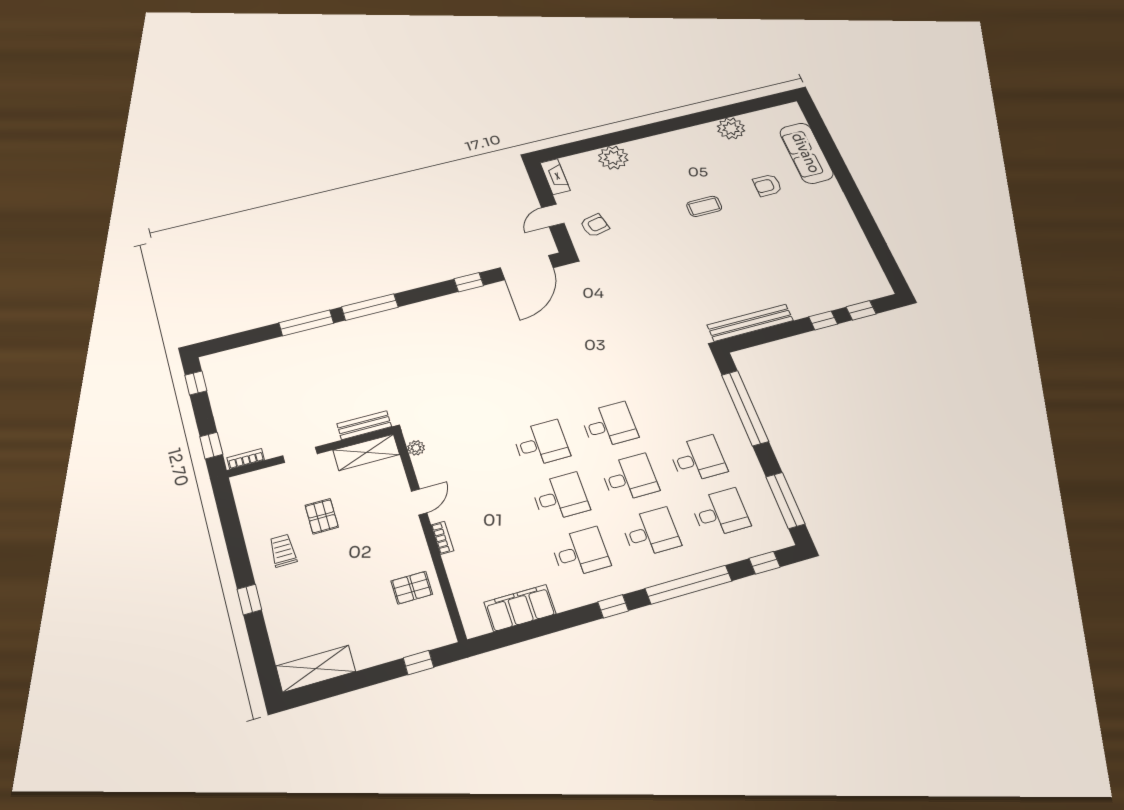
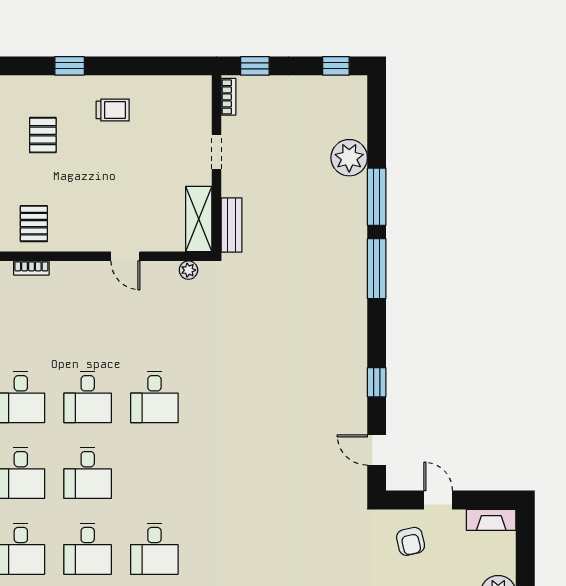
door: (527, 268) -> (377, 450), width x0.53
plant: (277, 352) -> (349, 158), added
desk: (609, 425) -> (154, 549), moved
pallet: (322, 516) -> (43, 135), moved, turned 90
bookcase: (442, 538) -> (31, 268), moved

